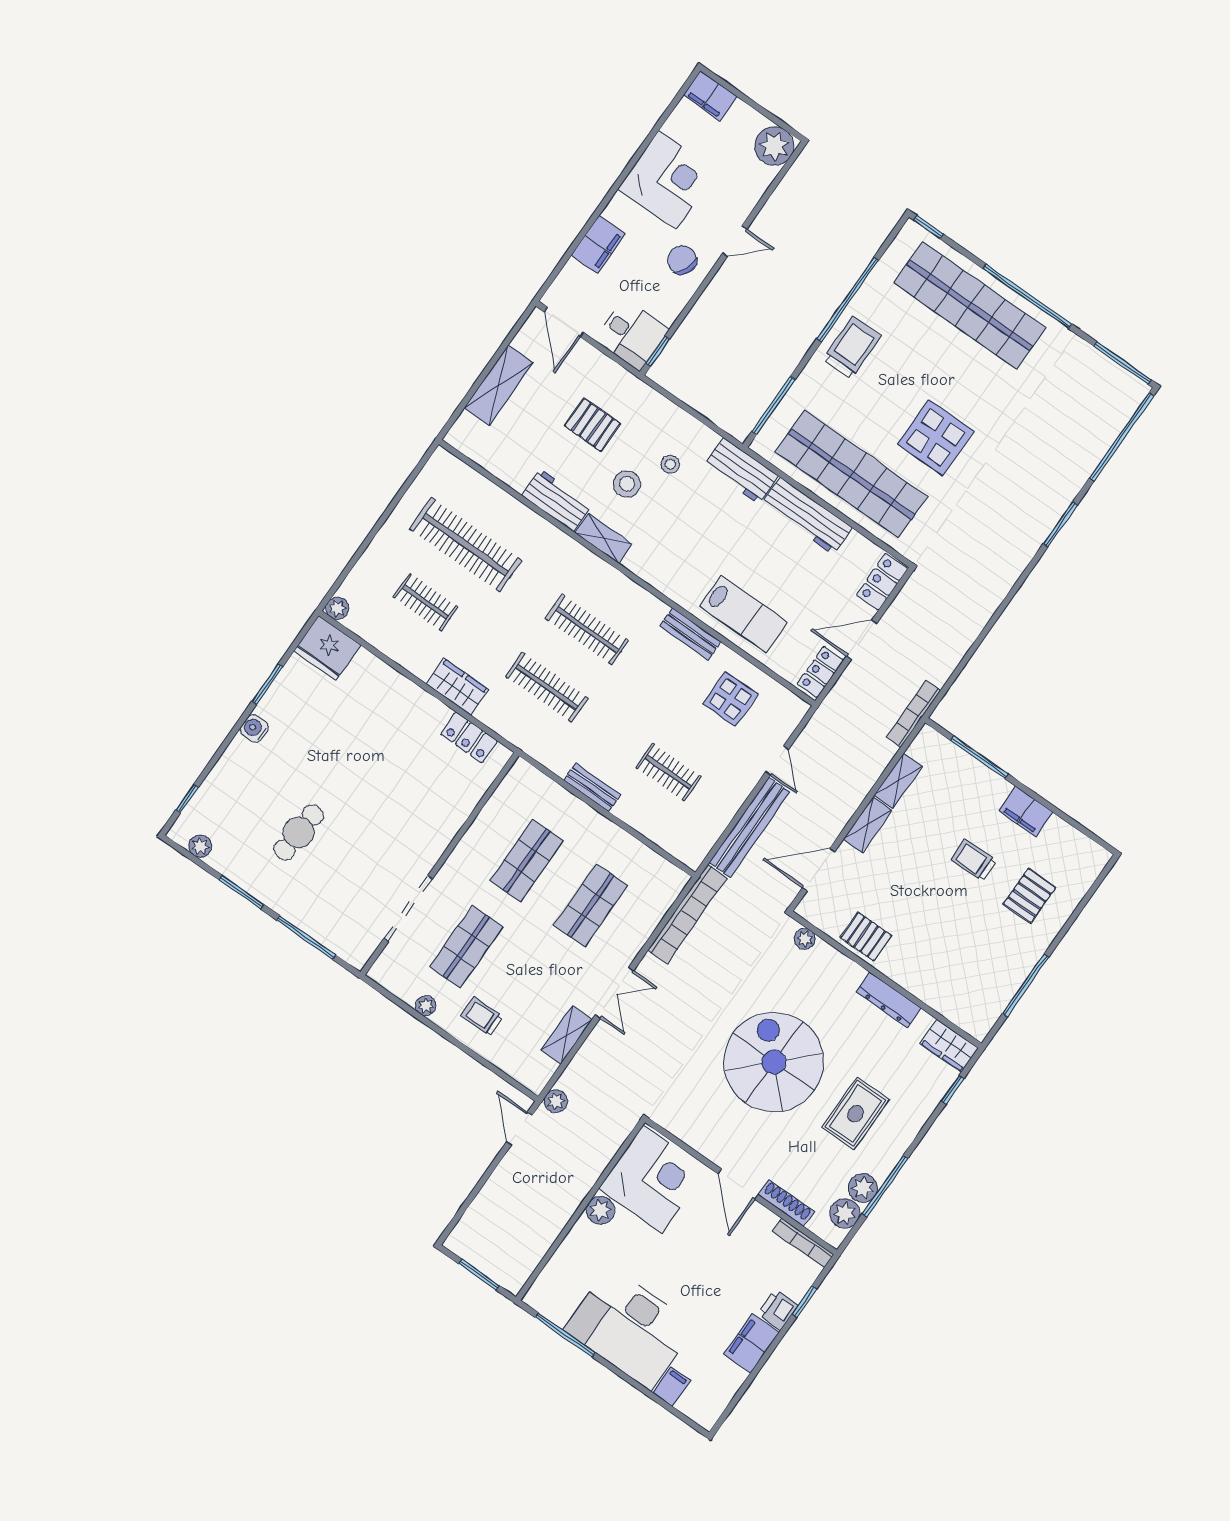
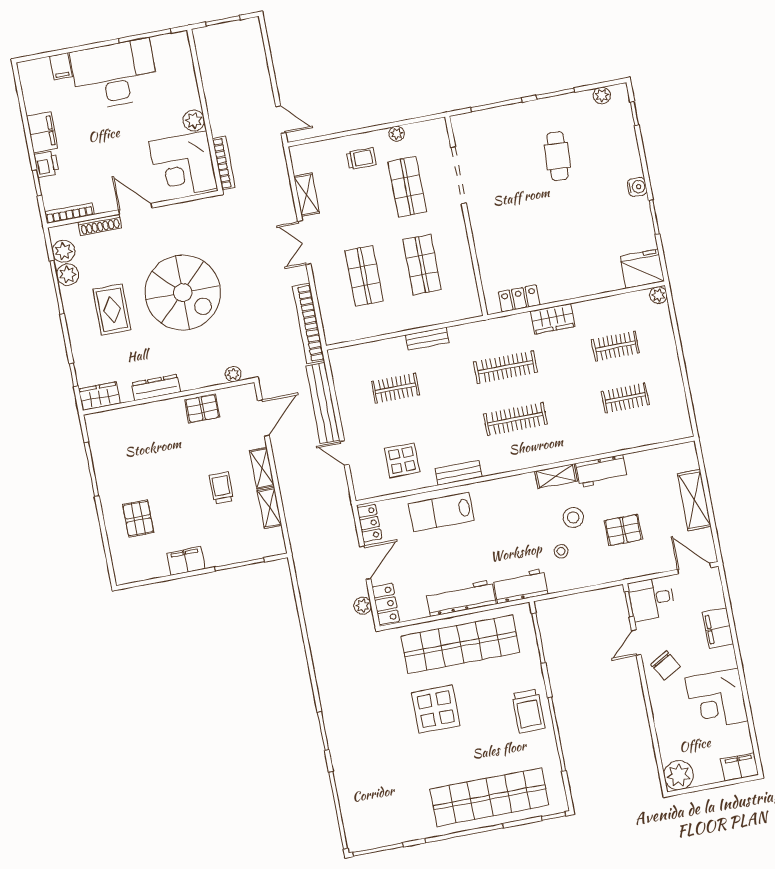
door: (735, 241) -> (636, 643), moved
chair: (682, 260) -> (665, 665), turned 37
clothes rail: (466, 545) -> (625, 398), width x0.54, depth x0.76
bookcase: (914, 714) -> (224, 163), moved
trolley: (974, 860) -> (221, 488), moved, turned -90
plant: (556, 1101) -> (363, 606), moved

